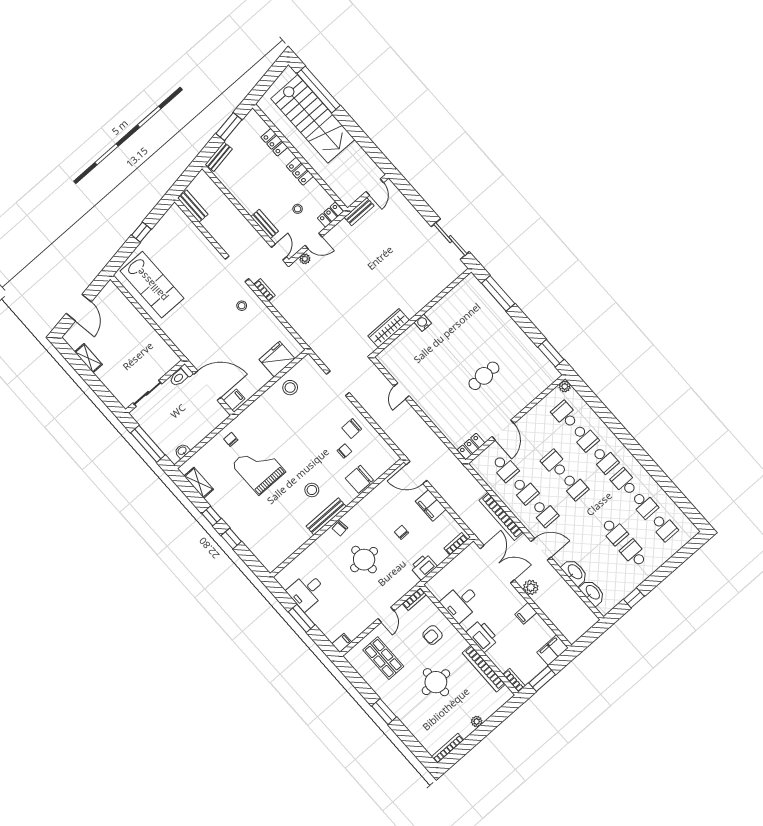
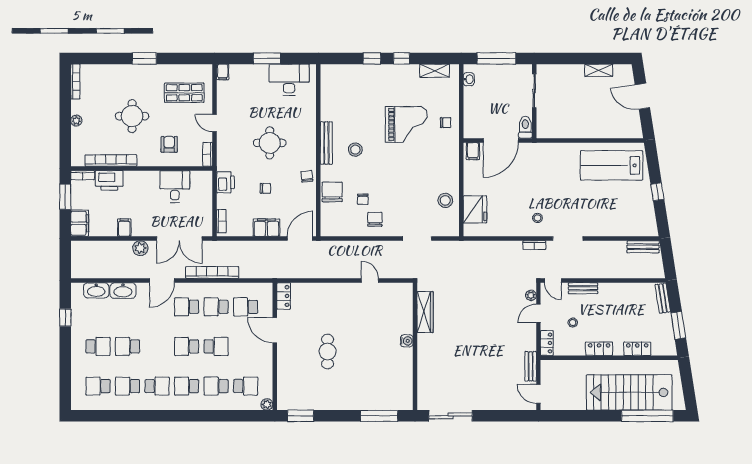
chair: (340, 528) -> (307, 176), moved
desk: (307, 591) -> (289, 80), width x1.37
printer: (482, 636) -> (109, 180), moved

